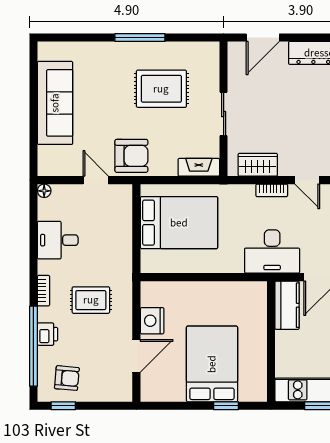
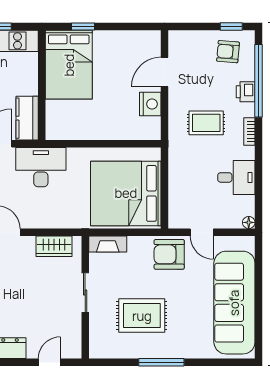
door: (263, 38) -> (49, 362), width x0.73
sofa: (55, 103) -> (234, 303), width x1.36, depth x1.27
bookcase: (272, 190) -> (41, 223), removed
bed: (179, 223) -> (126, 193), width x1.36
bed: (212, 364) -> (69, 65), moved

